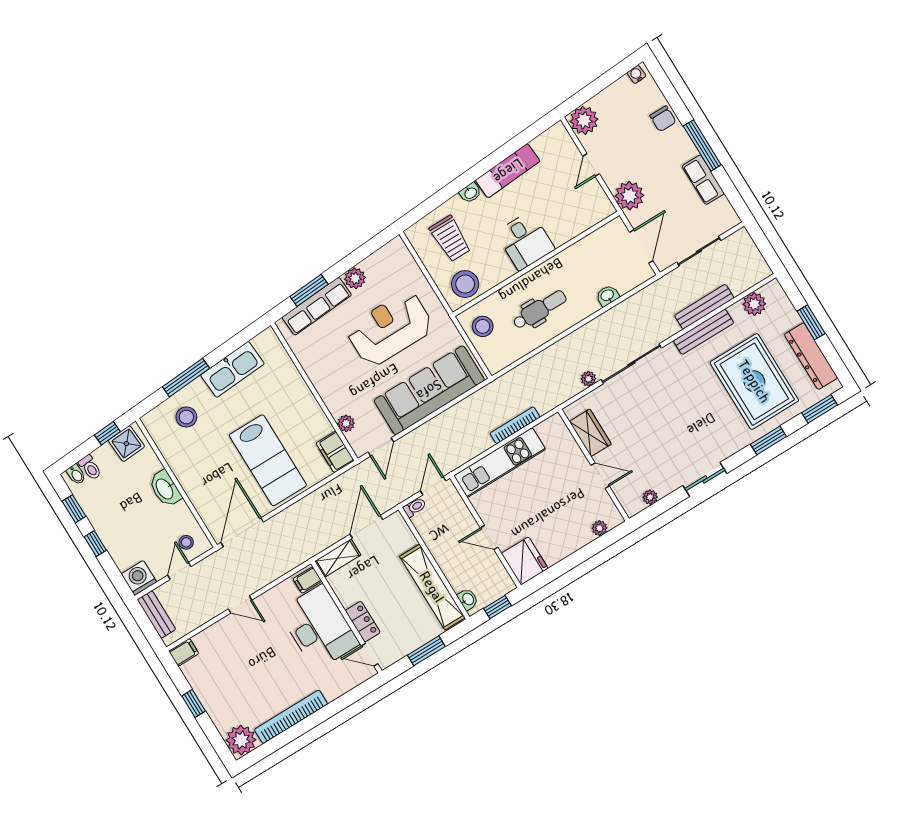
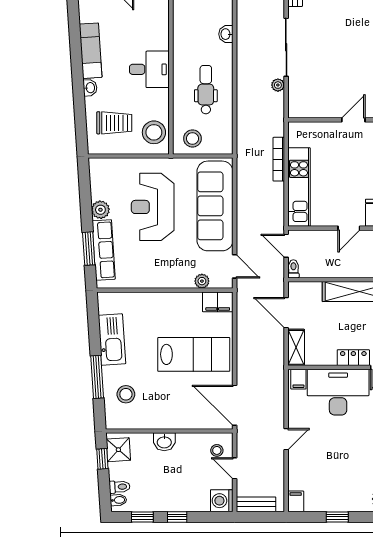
wardrobe: (590, 433) -> (318, 108), removed
washbasin: (165, 489) -> (164, 442), width x0.72

